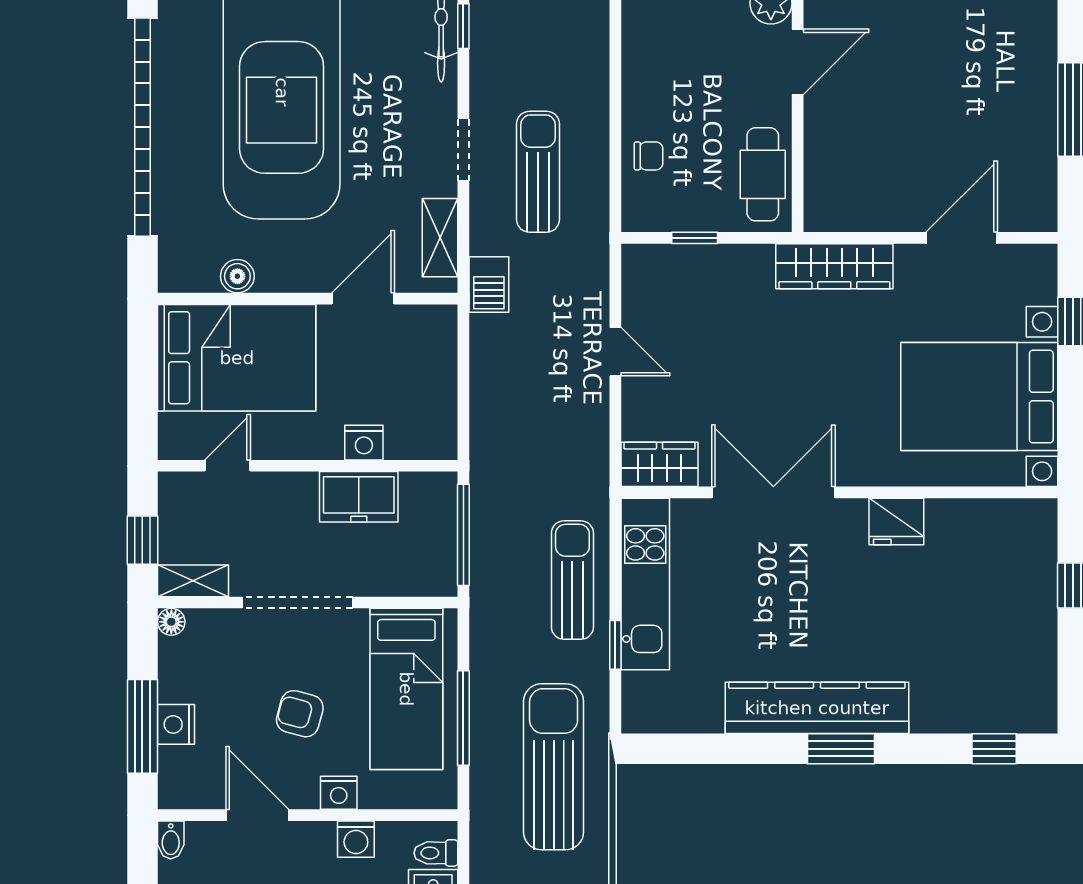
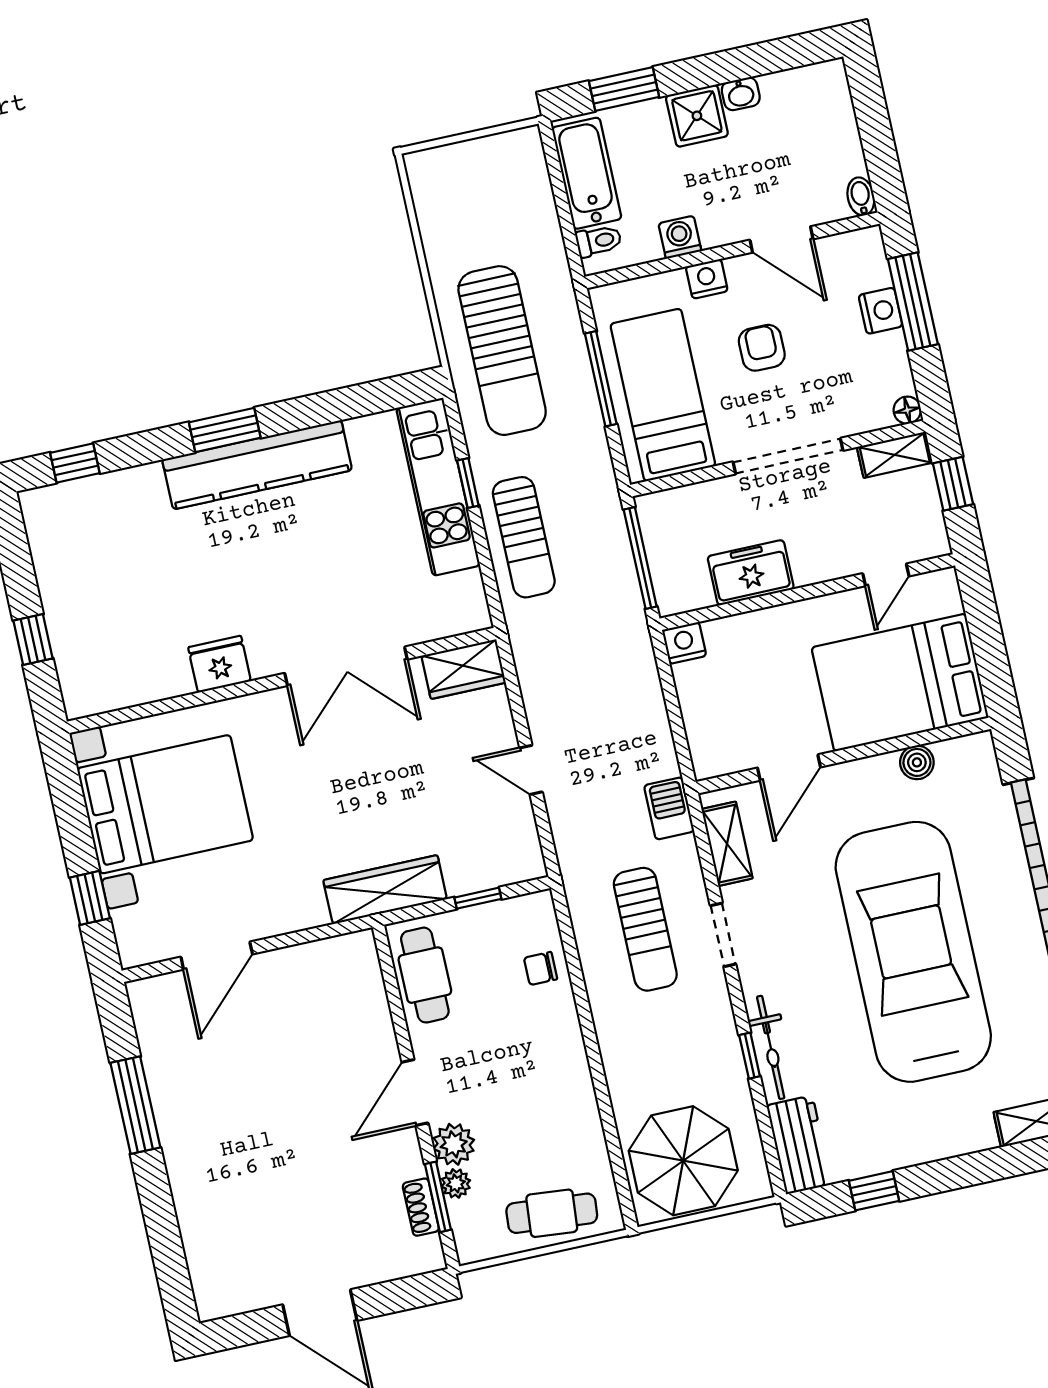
wardrobe: (834, 266) -> (385, 890), moved
nightstand: (364, 443) -> (684, 643), moved
kitchen unit: (645, 584) -> (438, 487), moved
armchair: (300, 714) -> (762, 348), turned -105

